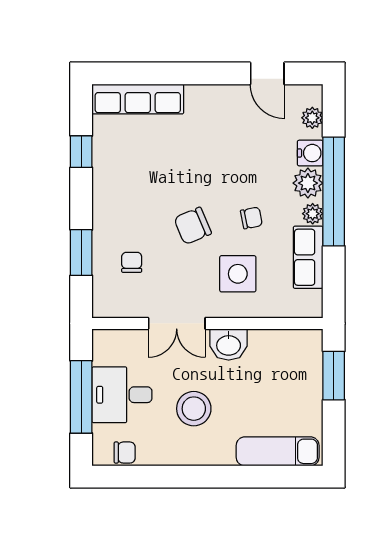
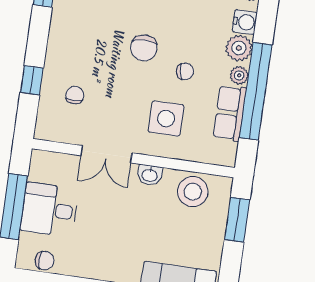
window: (334, 192) -> (256, 91), moved
chair: (193, 226) -> (144, 48), moved, turned -68
window: (81, 253) -> (32, 80), width x0.67
washbasin: (229, 344) -> (150, 175), width x0.72, depth x0.69
stool: (194, 409) -> (193, 192), moved

